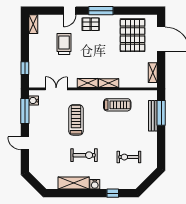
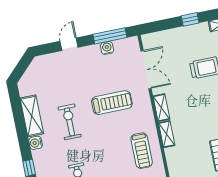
window: (25, 68) -> (190, 19), moved
double door: (56, 89) -> (146, 70), width x1.37
water cooler: (34, 101) -> (107, 48), moved
exercise bike: (84, 155) -> (70, 122), turned 180

